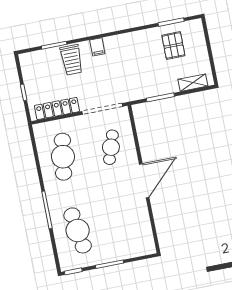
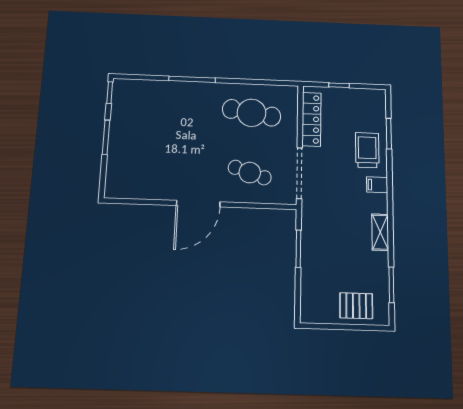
pallet: (173, 45) -> (356, 306), moved
trolley: (72, 60) -> (367, 150), turned 90
shelving: (193, 83) -> (380, 232), moved
door: (144, 181) -> (198, 204), hinge flipped
cafe table: (78, 230) -> (158, 109), removed

